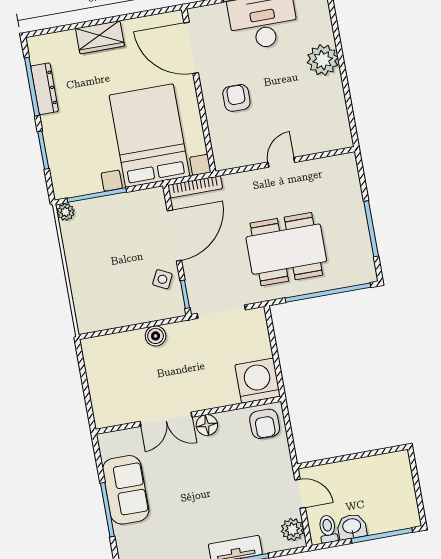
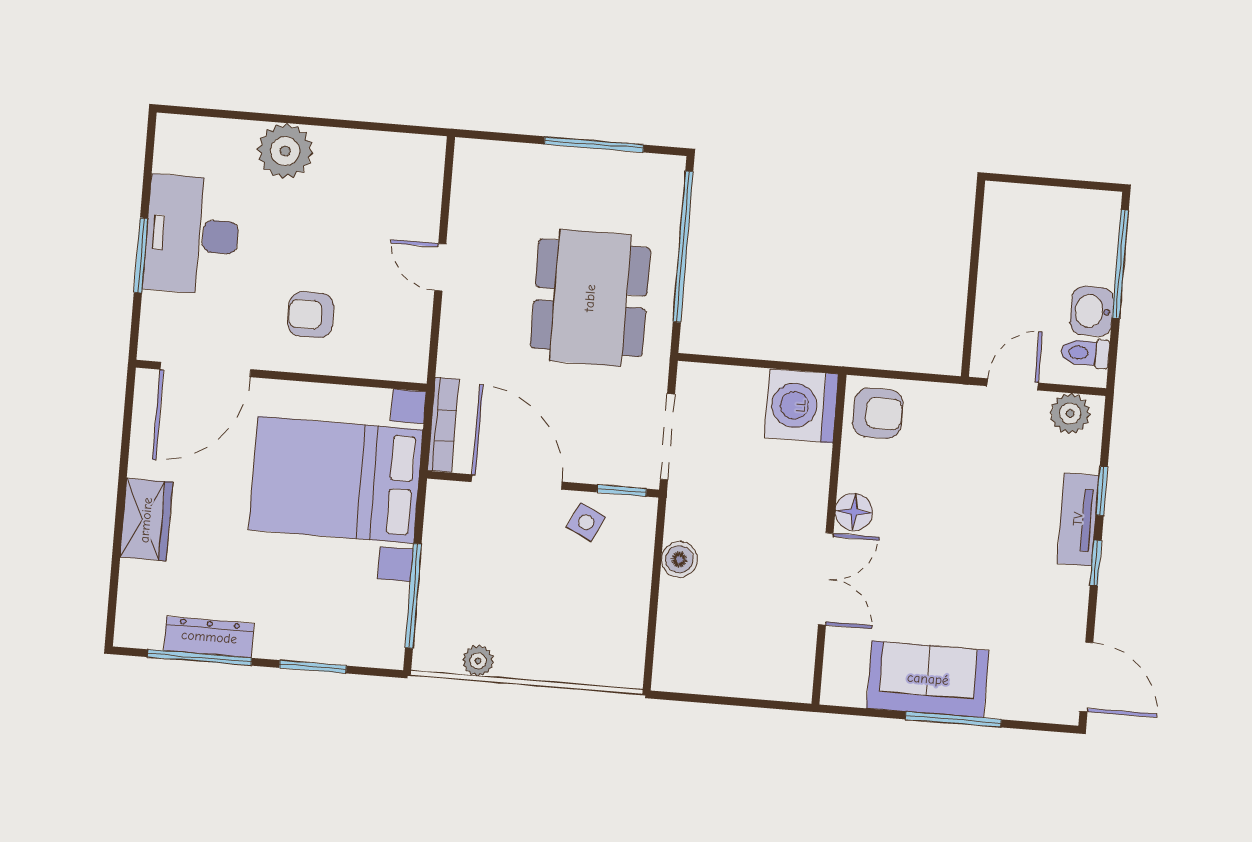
plant: (66, 212) -> (478, 661), moved

